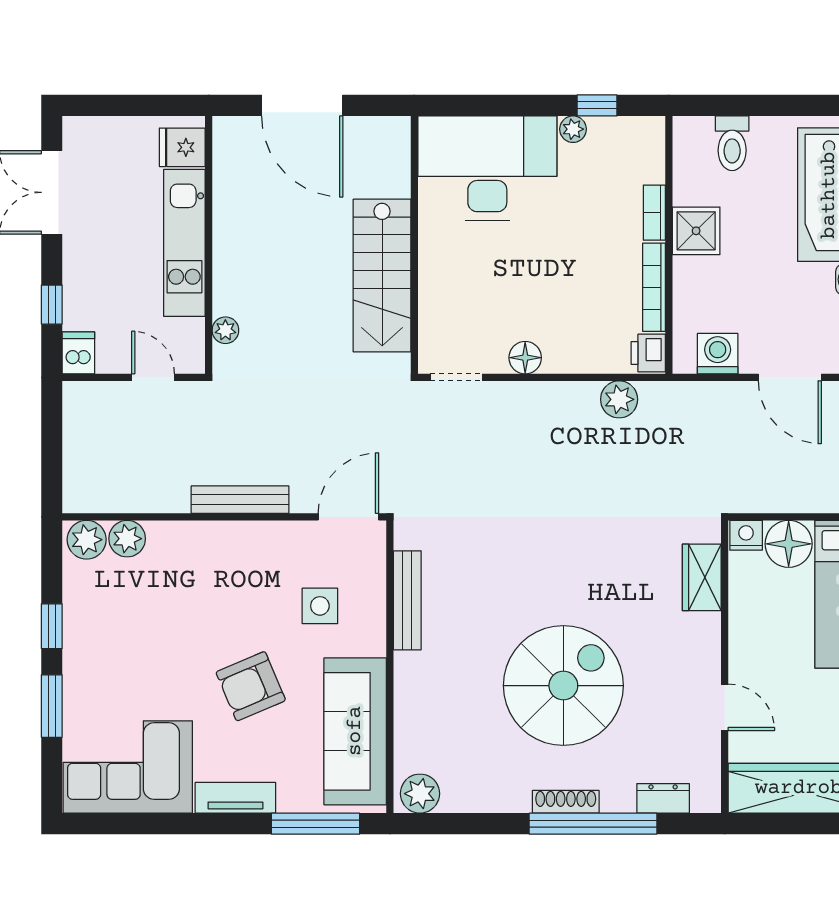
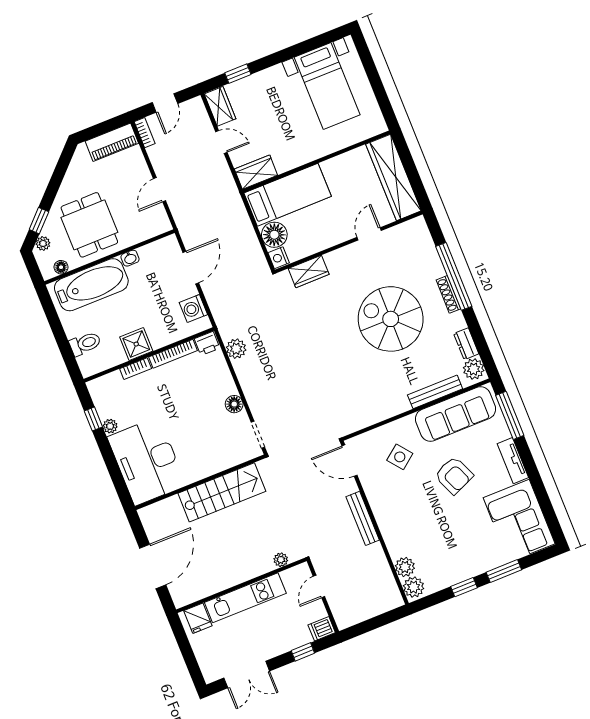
bench: (407, 600) -> (435, 392), moved
side table: (320, 606) -> (400, 457), turned -38
dresser: (663, 798) -> (466, 344), moved

